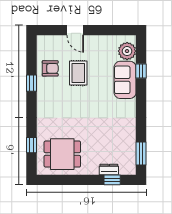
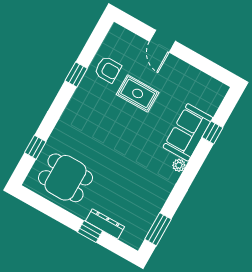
plant: (127, 51) -> (179, 165), moved, width x0.53, depth x0.53
rug: (78, 73) -> (138, 93), turned 90
dresser: (109, 169) -> (105, 224), width x1.44
window: (112, 180) -> (90, 231), moved

